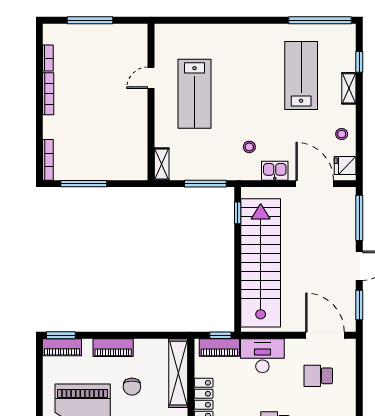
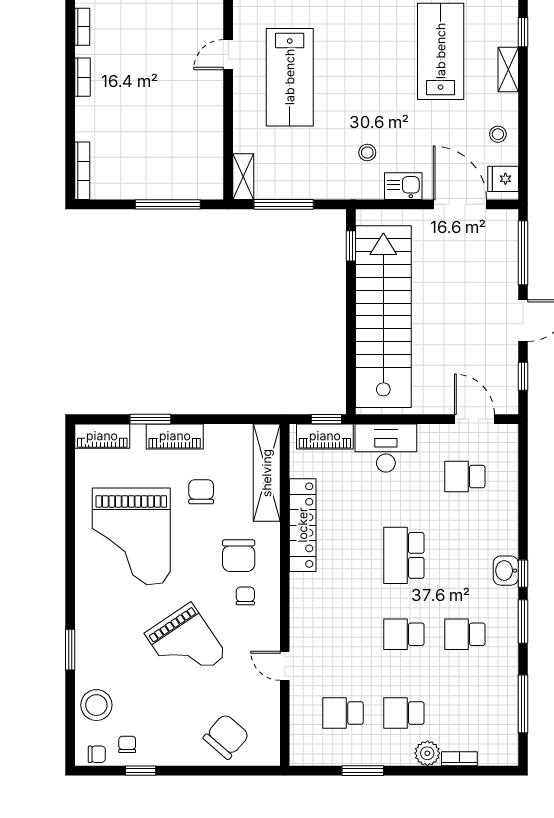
bookcase: (48, 94) -> (82, 77), width x0.64
window: (84, 184) -> (168, 204), moved
window: (205, 184) -> (284, 204), moved
window: (359, 305) -> (523, 376), width x0.67
window: (61, 335) -> (150, 419), moved
door: (325, 335) -> (474, 419), width x0.73
chair: (132, 387) -> (201, 492), turned 180

